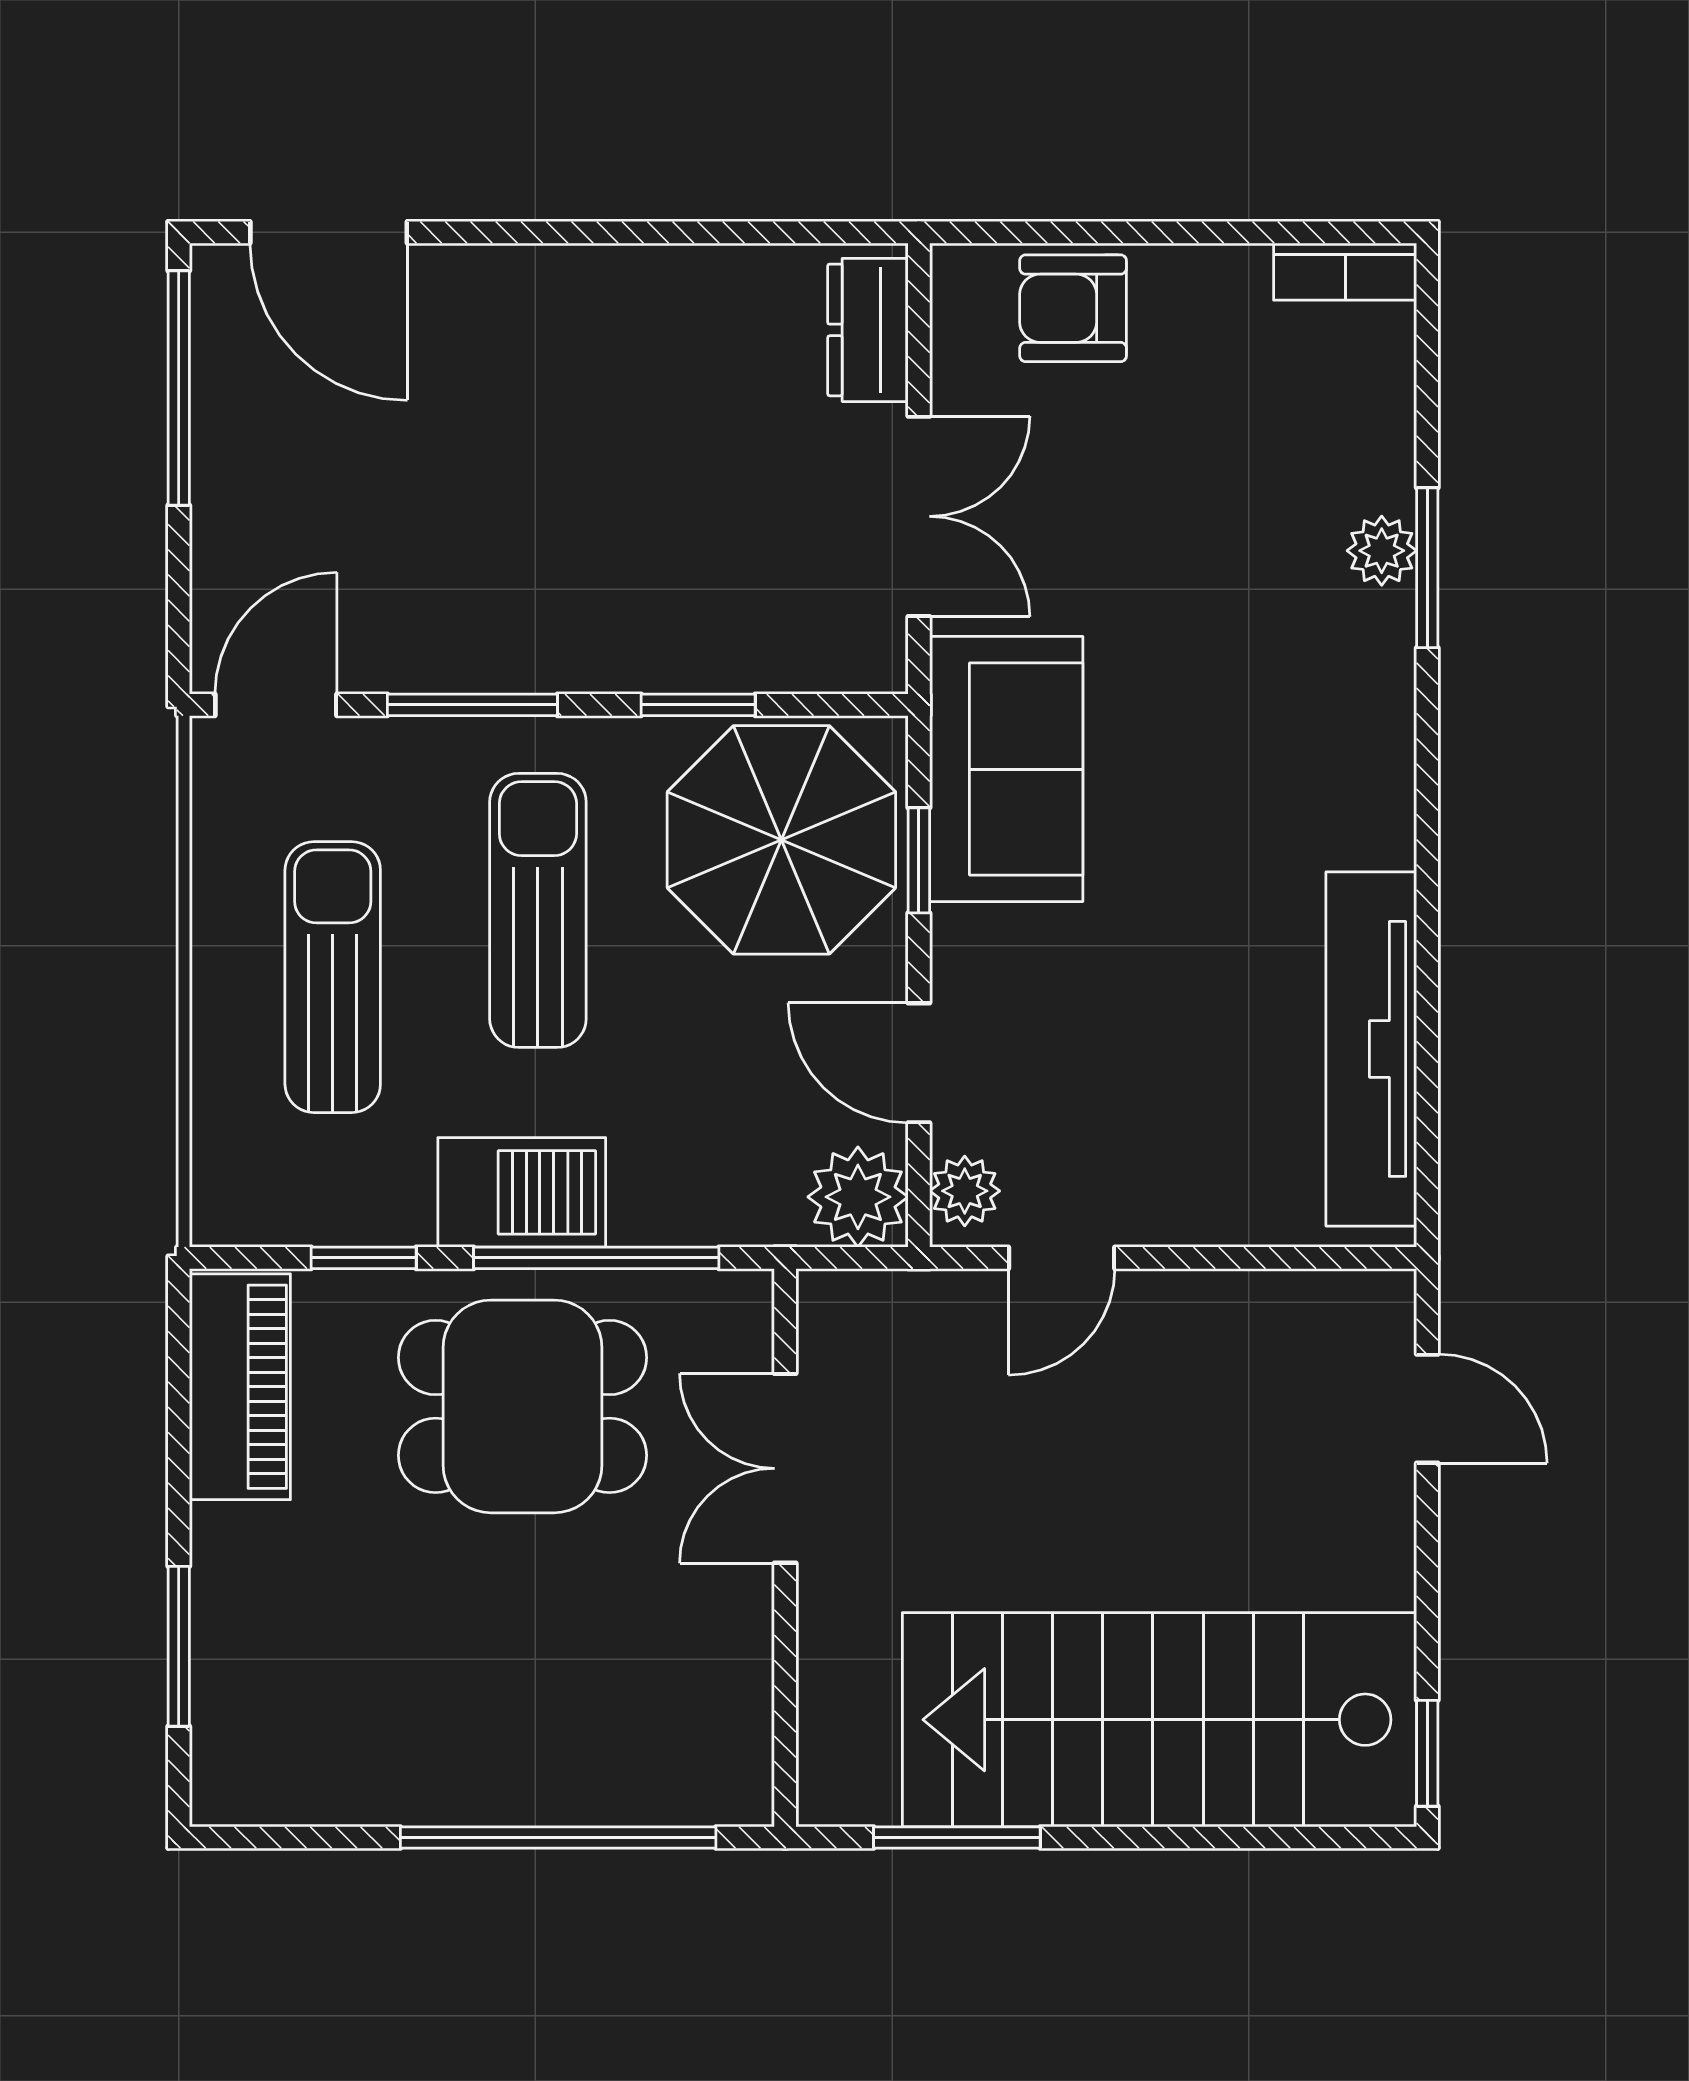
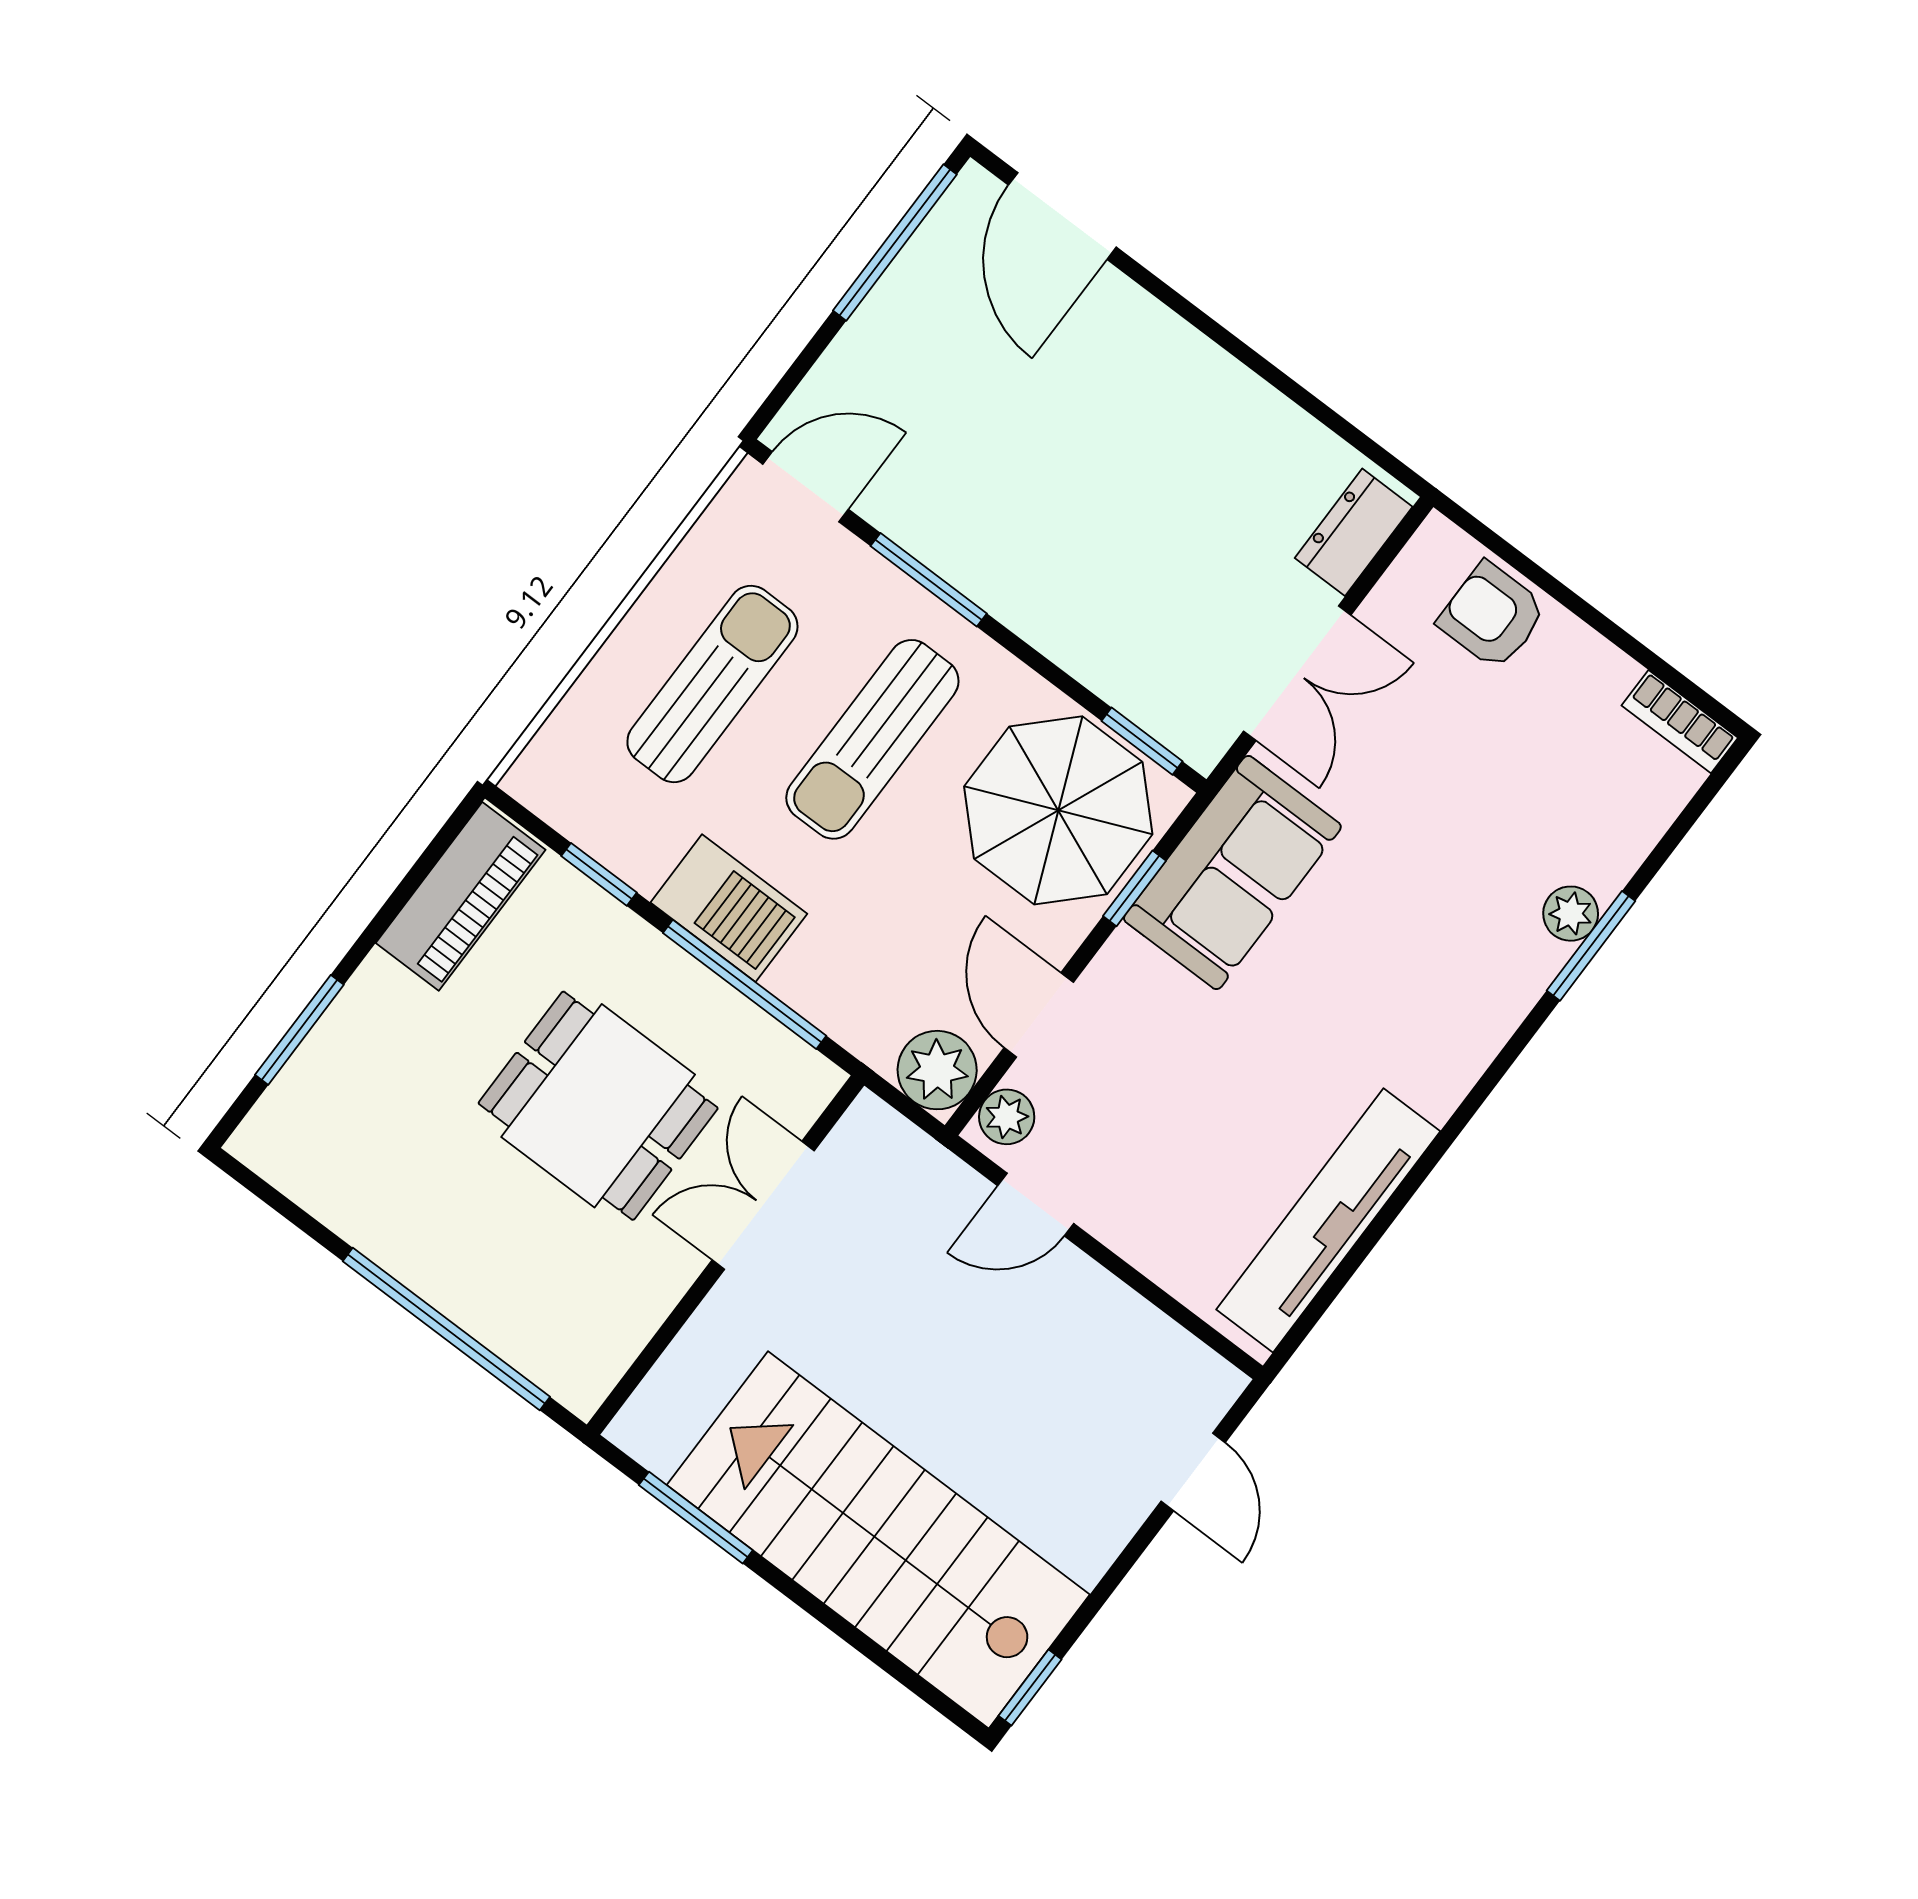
window: (698, 705) -> (1142, 741), moved
sun lounger: (538, 910) -> (872, 739), turned 180
dining table: (522, 1406) -> (598, 1106), moved

